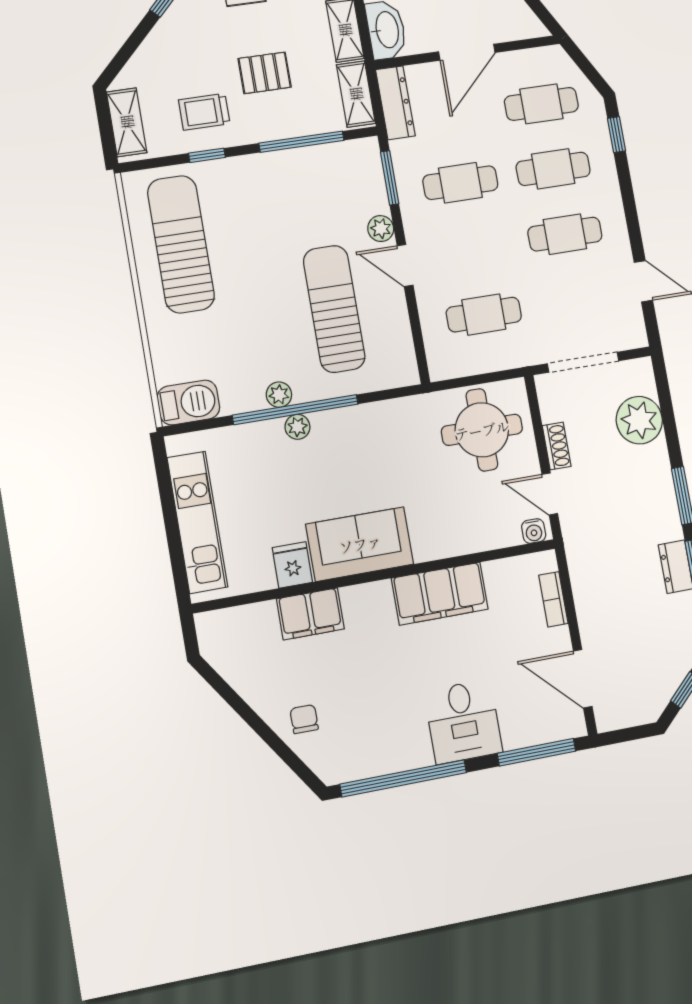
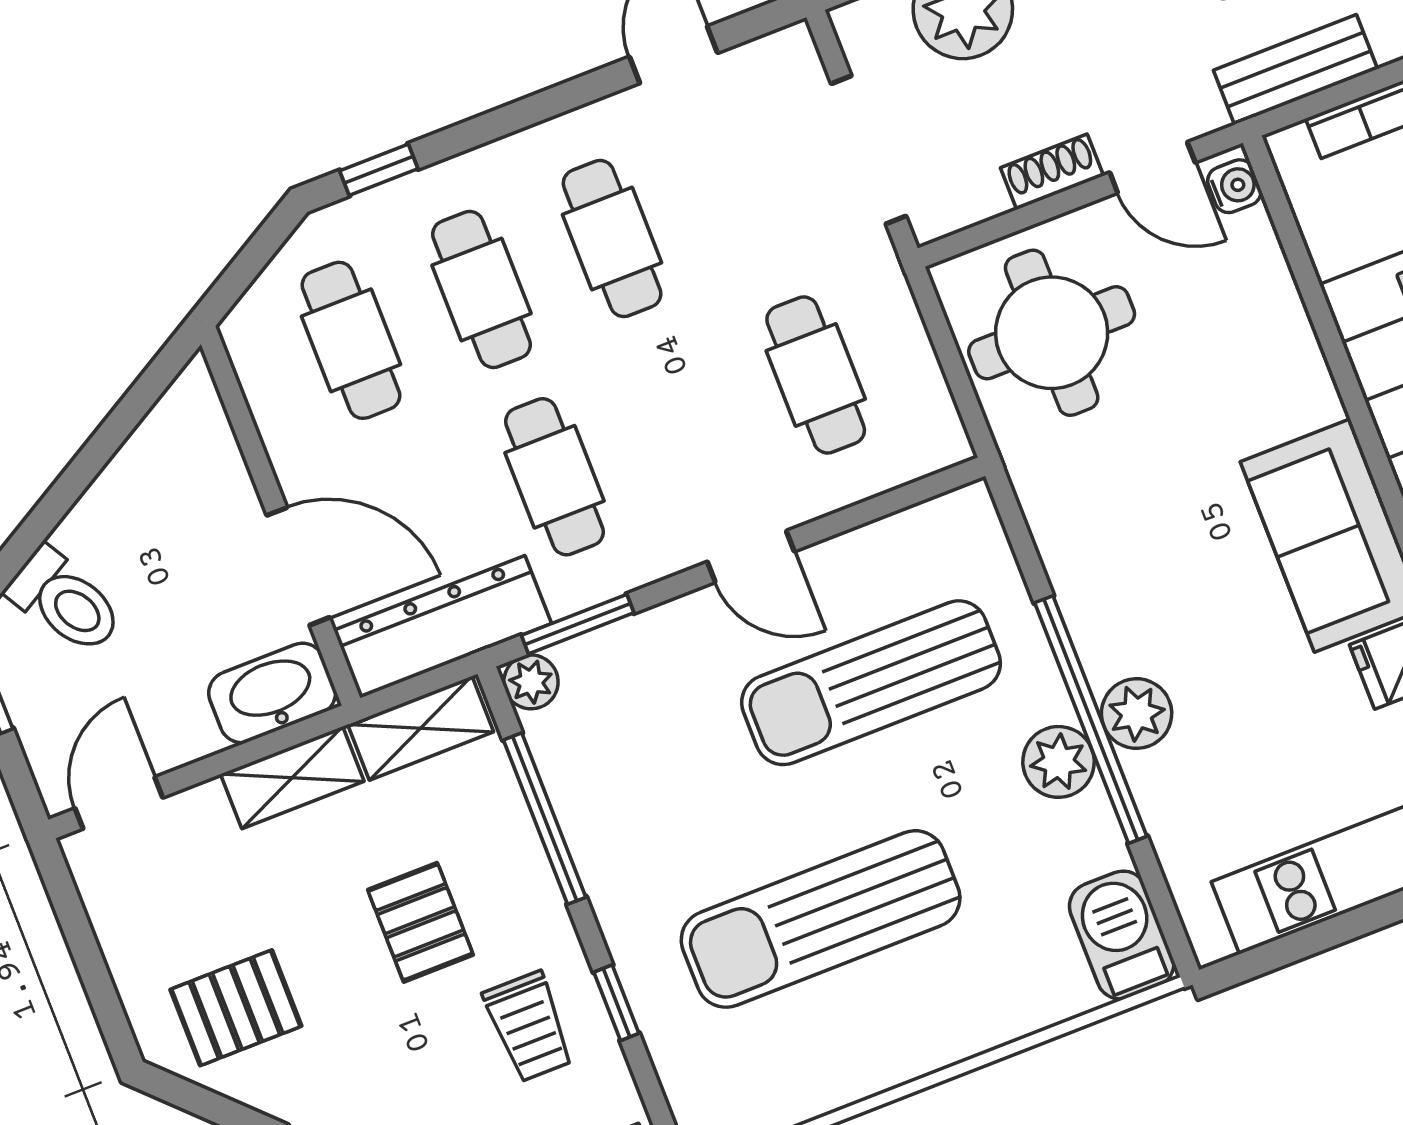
door: (467, 52) -> (298, 566), moved
dresser: (395, 103) -> (443, 627), width x1.37, depth x1.24
plant: (381, 229) -> (531, 682), moved
sun lounger: (181, 244) -> (821, 919), moved
door: (405, 266) -> (751, 557), hinge flipped
plant: (279, 395) -> (1059, 762), width x1.38, depth x1.38
plant: (297, 427) -> (1137, 714), width x1.38, depth x1.38
door: (550, 494) -> (1152, 167), hinge flipped
bench: (582, 571) -> (1296, 70), added

